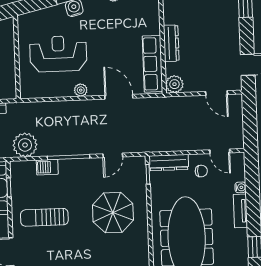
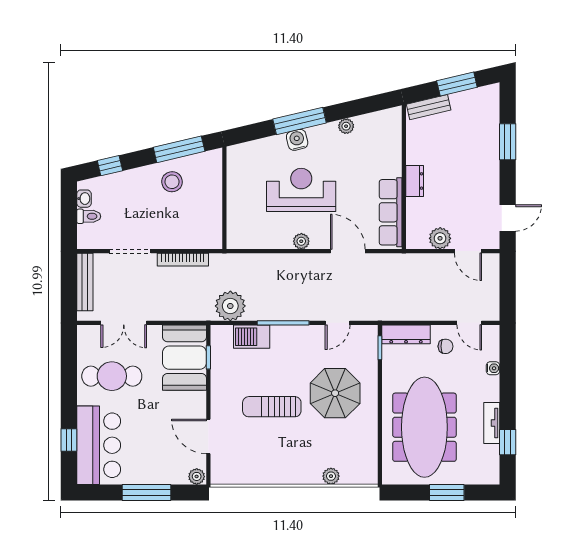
dresser: (171, 43) -> (415, 181), width x0.70
reception desk: (58, 54) -> (301, 190), moved
plant: (174, 84) -> (440, 238), moved
barbecue: (47, 167) -> (252, 337), width x1.38, depth x1.27
tv unit: (240, 211) -> (492, 423), moved
sun lounger: (44, 217) -> (272, 407), moved

